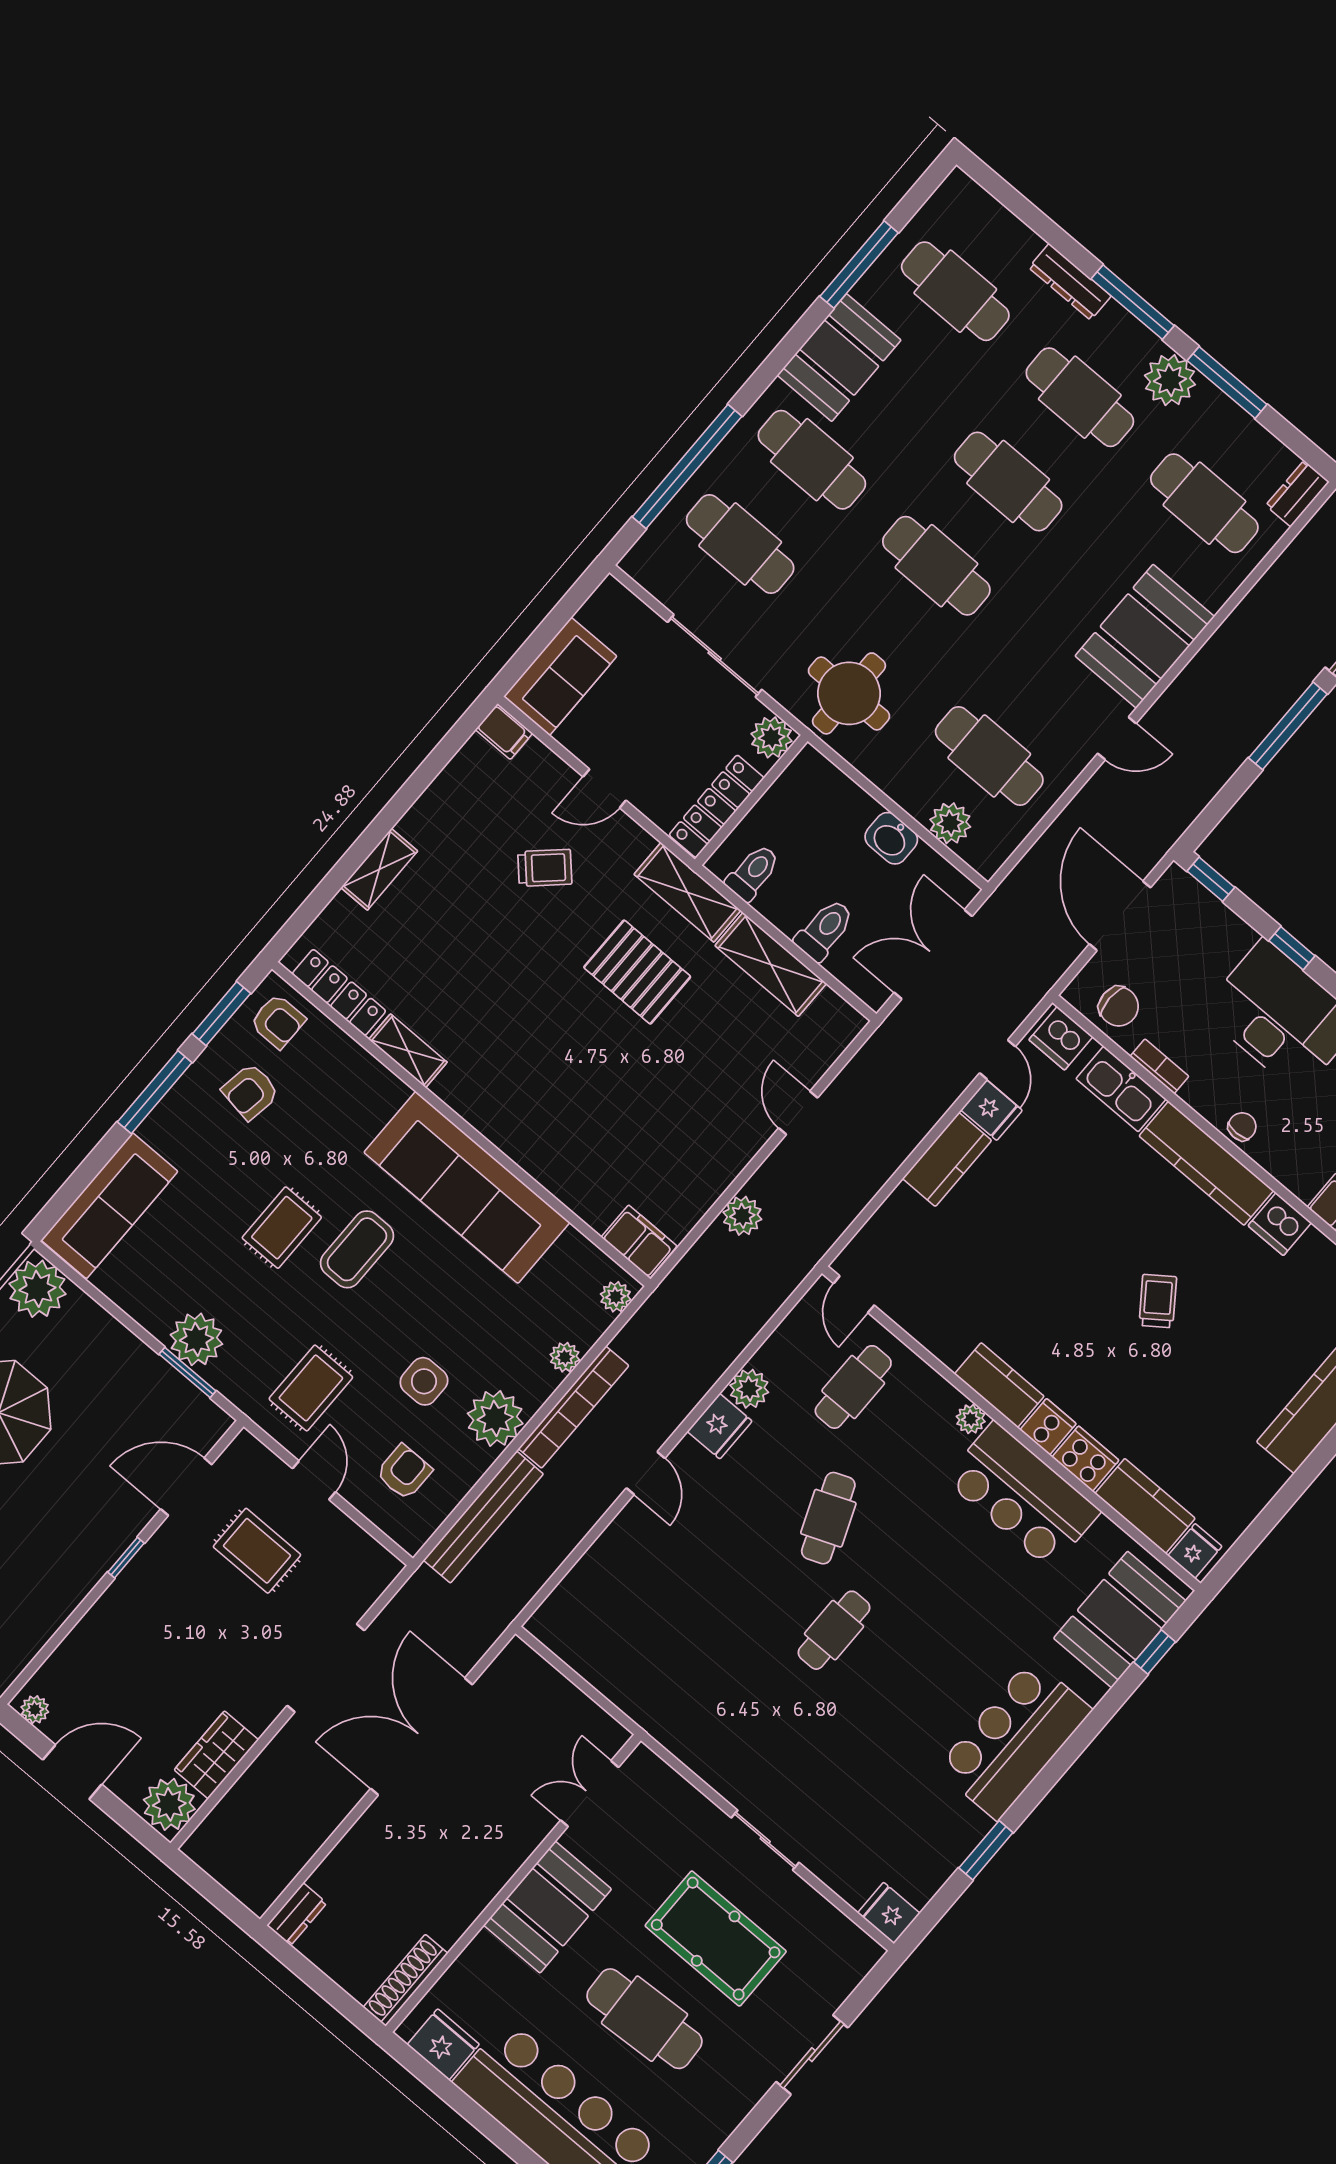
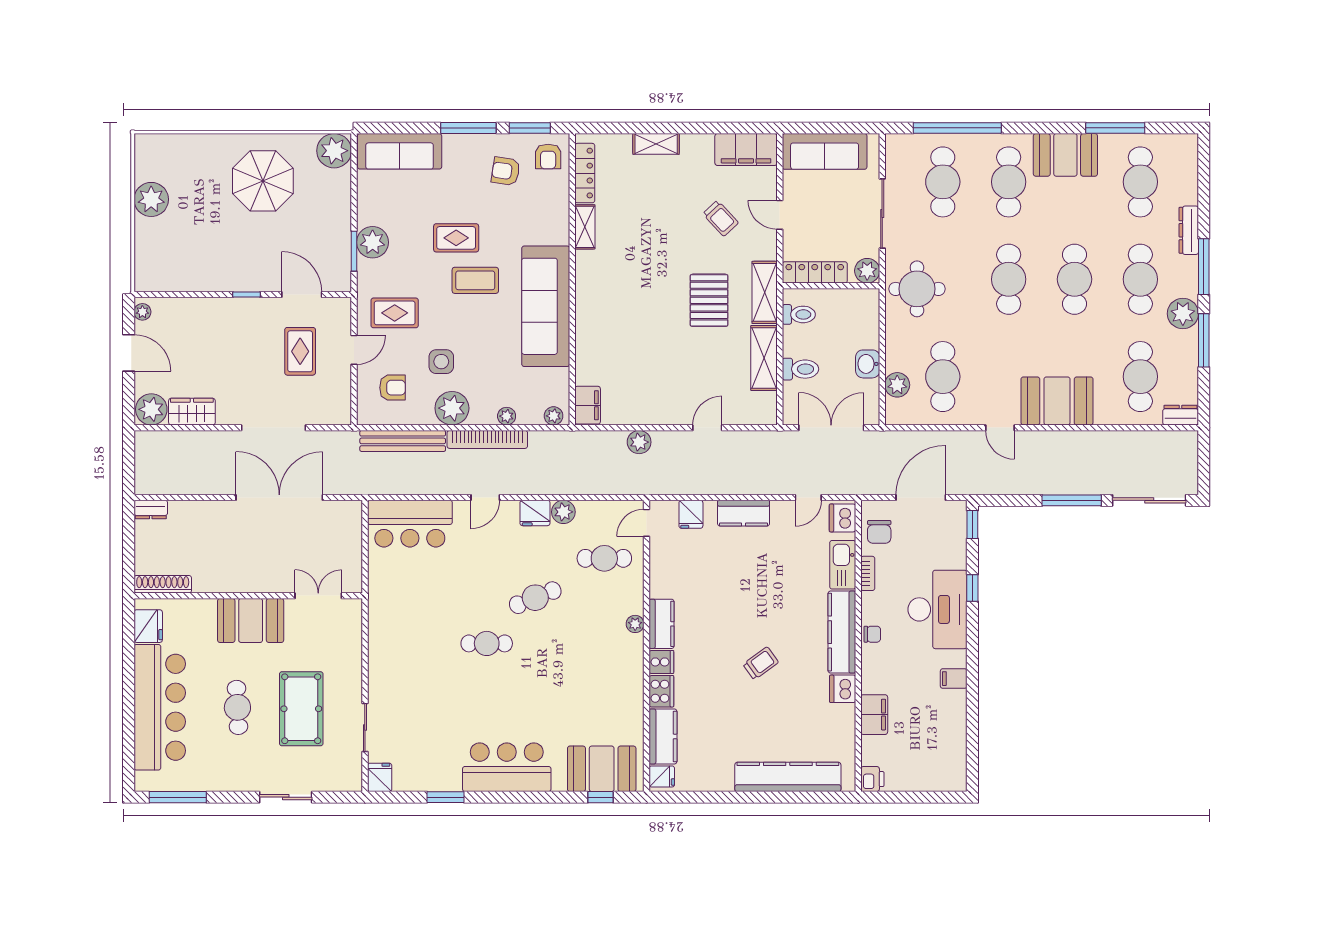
sofa: (560, 676) -> (825, 151), width x1.36
filing cabinet: (504, 731) -> (746, 150), width x3.00, depth x1.17
fridge: (992, 1110) -> (691, 514), moved
bar counter: (1022, 1495) -> (410, 524), moved, turned -90
sliding door: (765, 1840) -> (365, 728), moved
cafe table: (644, 2019) -> (237, 707), width x0.73, depth x0.74

